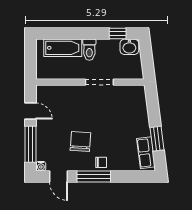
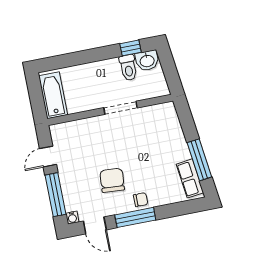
bathtub: (63, 48) -> (53, 95), moved, turned -90
toilet: (89, 50) -> (128, 68), moved
door: (31, 111) -> (48, 157), swing flipped
window: (157, 139) -> (199, 160), width x1.44

